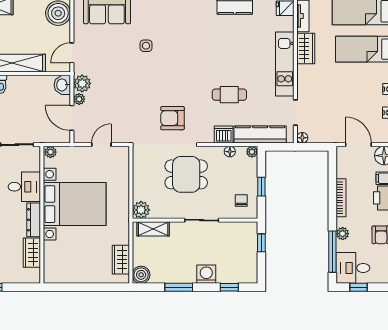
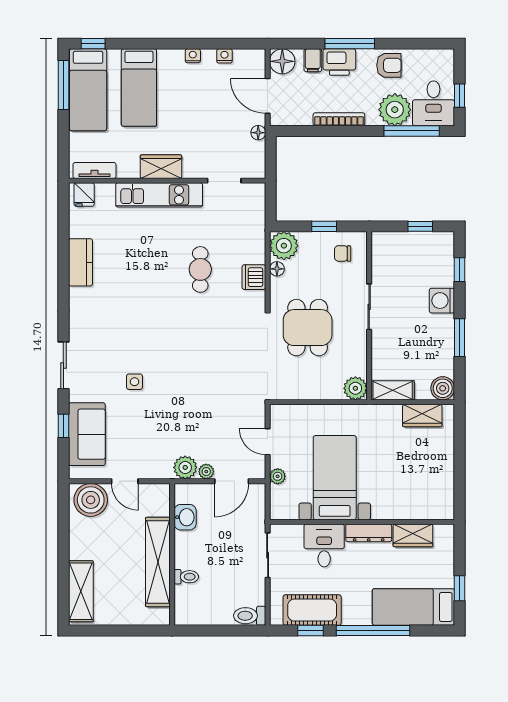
wardrobe: (306, 48) -> (161, 167), moved
door: (72, 53) -> (125, 481), moved
washbasin: (62, 85) -> (185, 517), moved, turned -90
armchair: (172, 118) -> (232, 346), removed
kitchen counter: (260, 135) -> (254, 228), removed
floor lamp: (302, 138) -> (258, 133), moved
door: (358, 145) -> (268, 96), hinge flipped
plant: (51, 152) -> (278, 476), moved
plant: (252, 152) -> (284, 246), width x1.87, depth x1.87
bed with nightstands: (75, 204) -> (335, 478), width x0.73
shelving: (153, 229) -> (393, 390), moved, turned 90
plant: (343, 234) -> (395, 110), width x1.87, depth x1.87
window: (261, 243) -> (420, 226), moved

